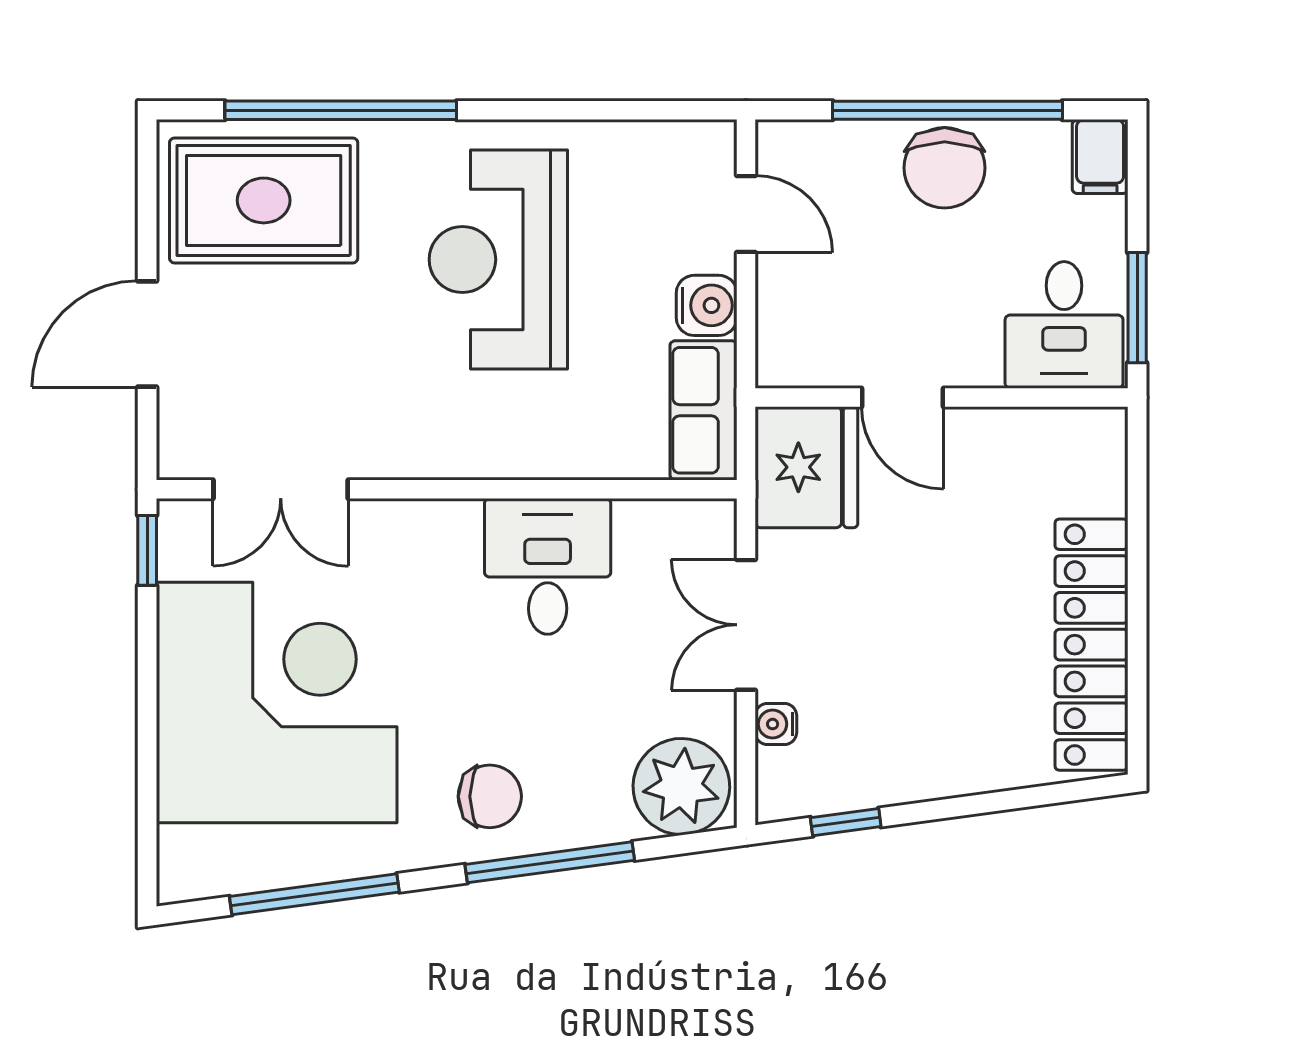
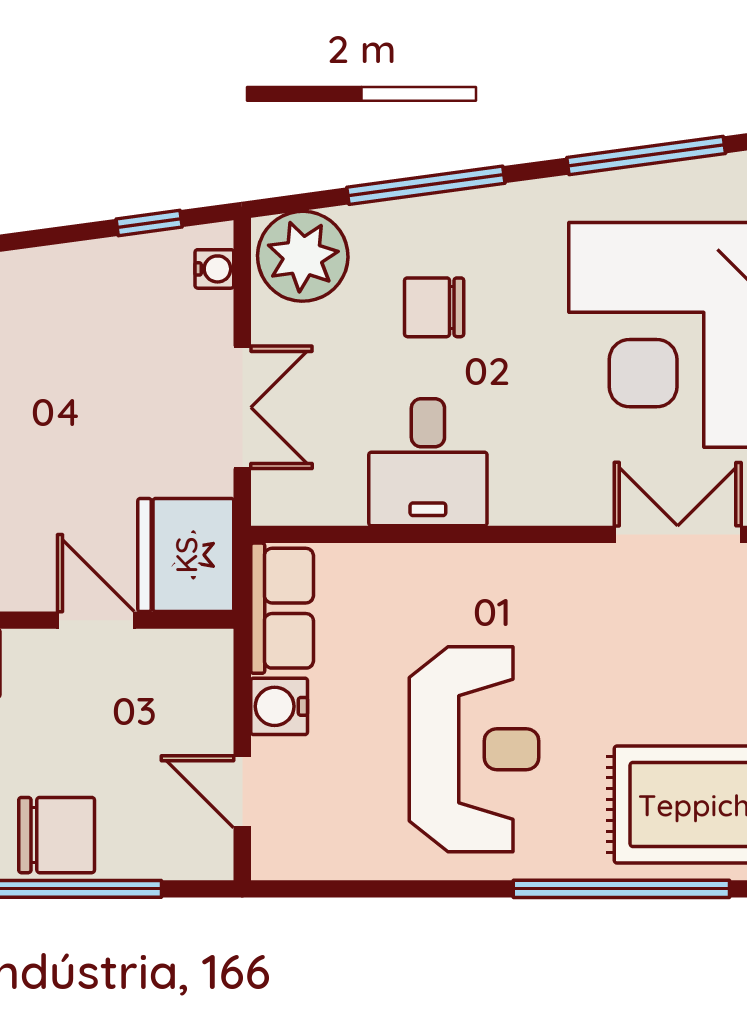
chair: (945, 168) -> (57, 835), turned 90
water cooler: (776, 724) -> (214, 269), moved
chair: (490, 796) -> (434, 307), moved

